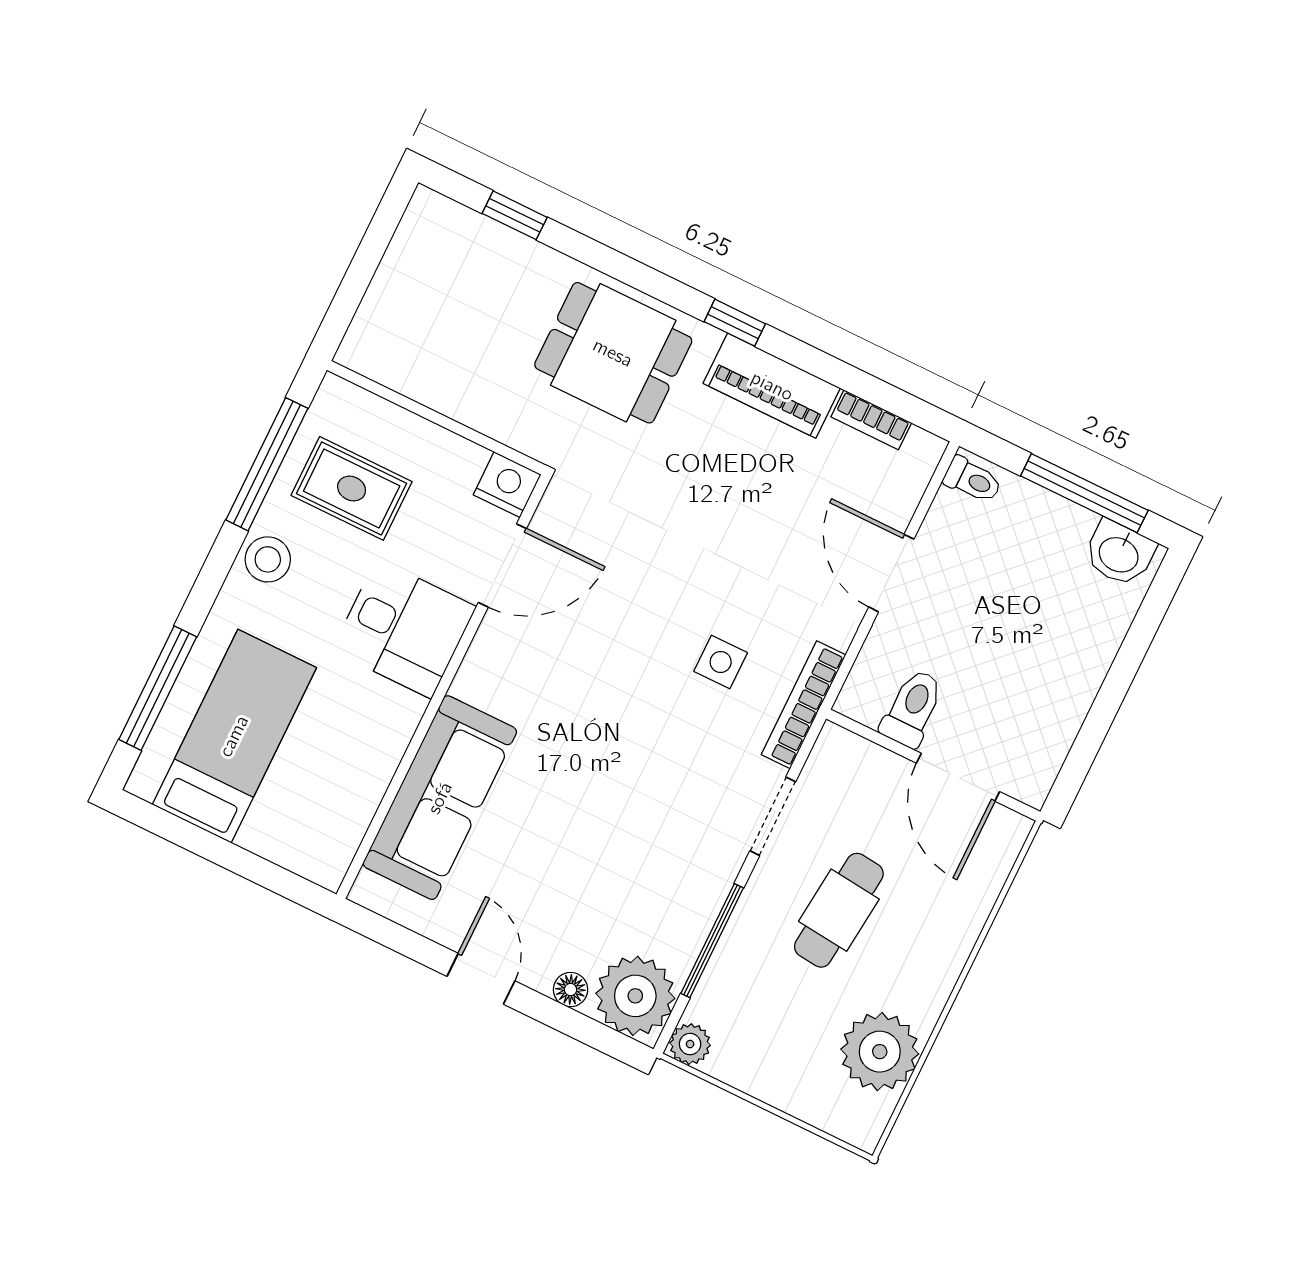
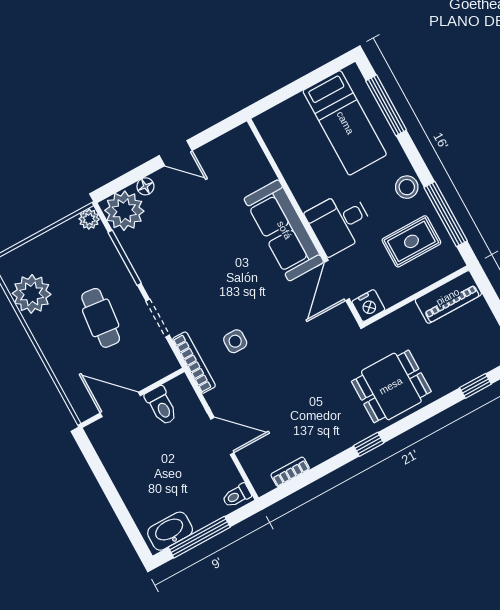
piano: (772, 386) -> (448, 297), moved, turned 180
washbasin: (1119, 553) -> (170, 531), width x1.38
sofa: (440, 798) -> (284, 230), moved

